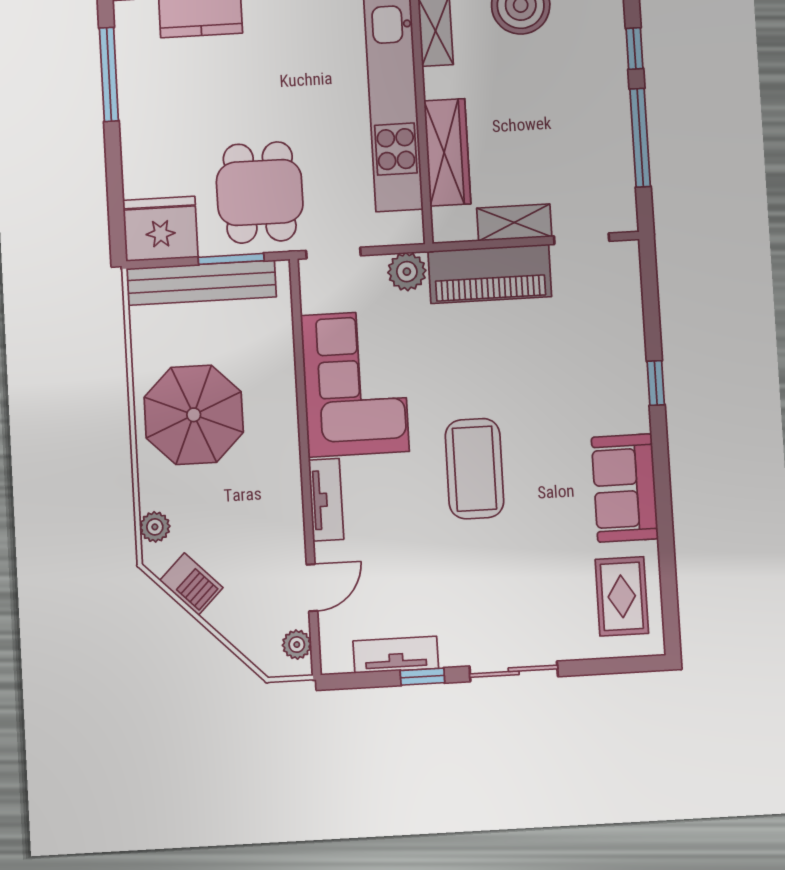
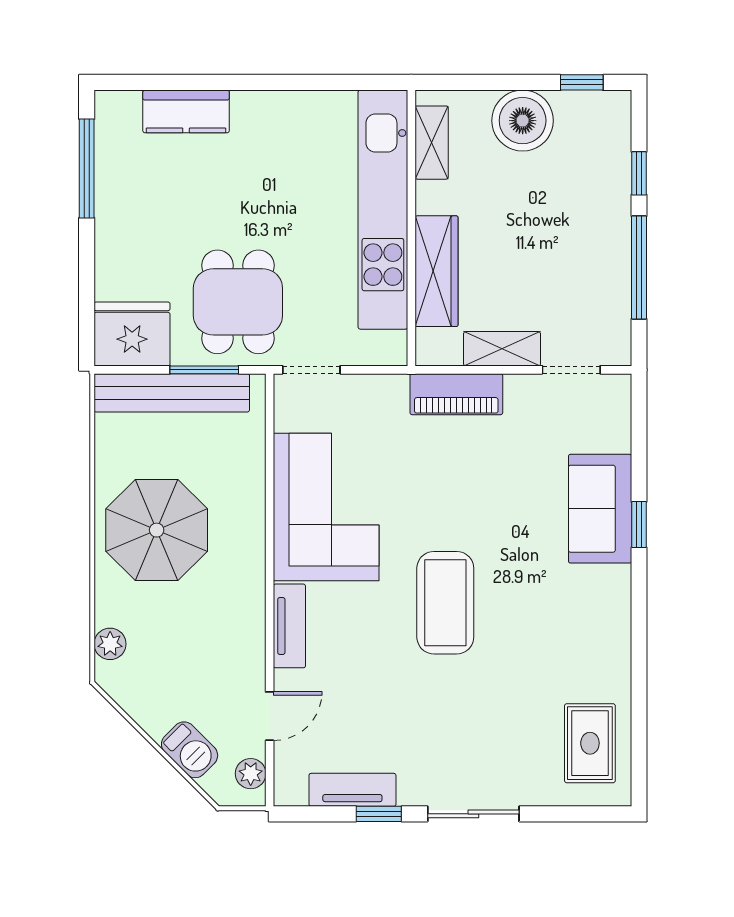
plant: (407, 272) -> (387, 394), removed
piano: (490, 274) -> (456, 394), width x0.73, depth x0.75
sofa: (625, 488) -> (600, 509), moved
barbecue: (191, 584) -> (190, 750), moved

